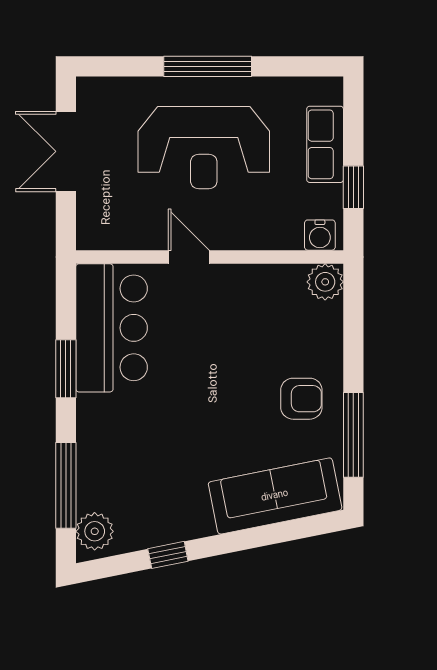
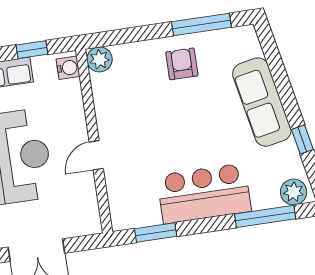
bar counter: (112, 328) -> (204, 193), moved
window: (66, 369) -> (156, 233), moved
sofa: (275, 496) -> (262, 102), moved

